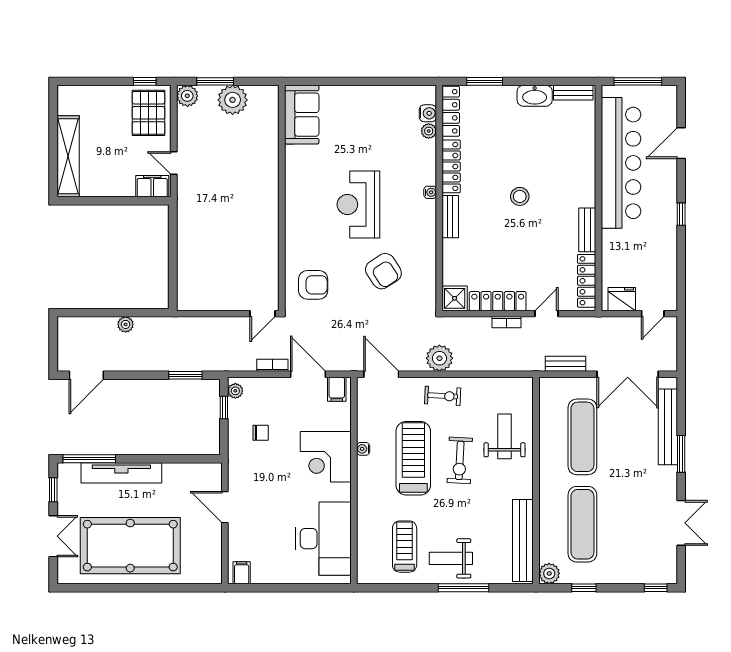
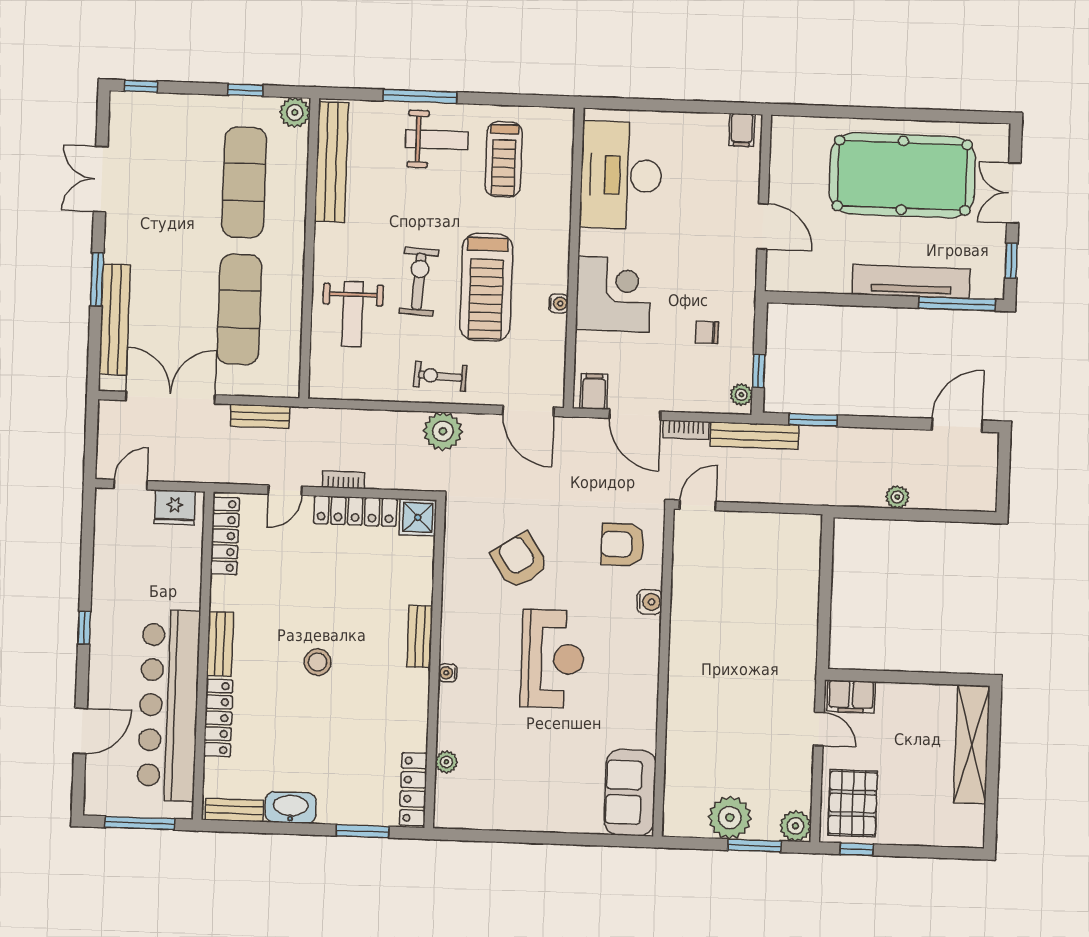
water cooler: (428, 113) -> (650, 602), moved, turned 180
locker: (451, 166) -> (218, 718), moved, turned 180
bench: (587, 230) -> (220, 644), moved
bench: (225, 363) -> (755, 436), added

